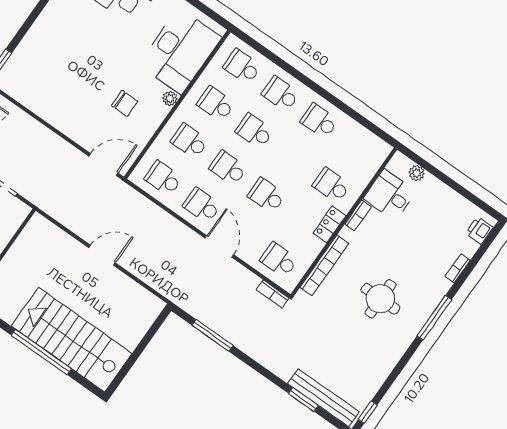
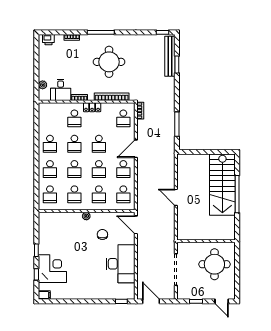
desk: (180, 51) -> (121, 264), moved, turned 90
school desk: (293, 158) -> (74, 144), added
round table: (380, 299) -> (109, 62), width x1.36, depth x1.36

